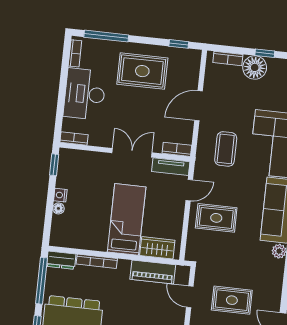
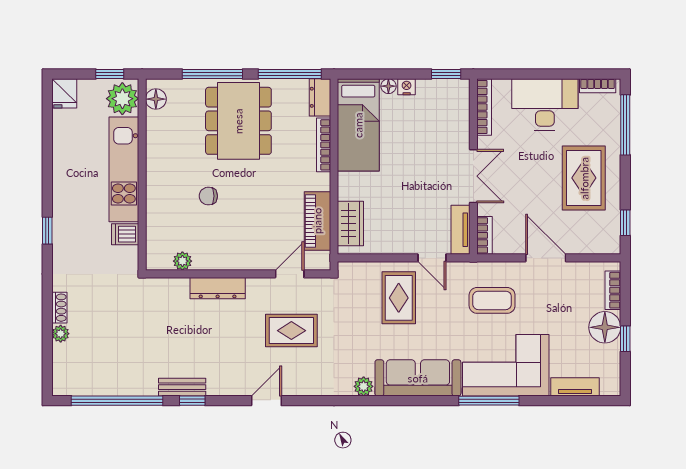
bookcase: (74, 138) -> (484, 107), width x1.56
bed: (127, 219) -> (358, 125), moved, turned 90
rug: (232, 300) -> (291, 331), turned 90

